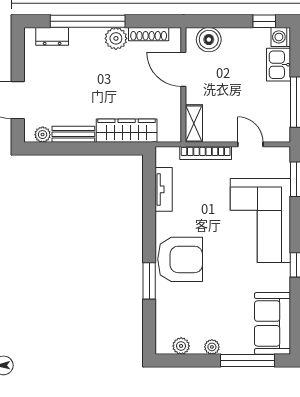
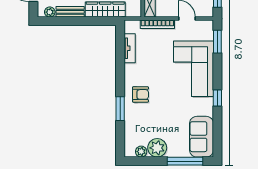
armchair: (180, 259) -> (140, 94), width x0.53, depth x0.53
plant: (212, 347) -> (157, 148), width x1.87, depth x1.87

